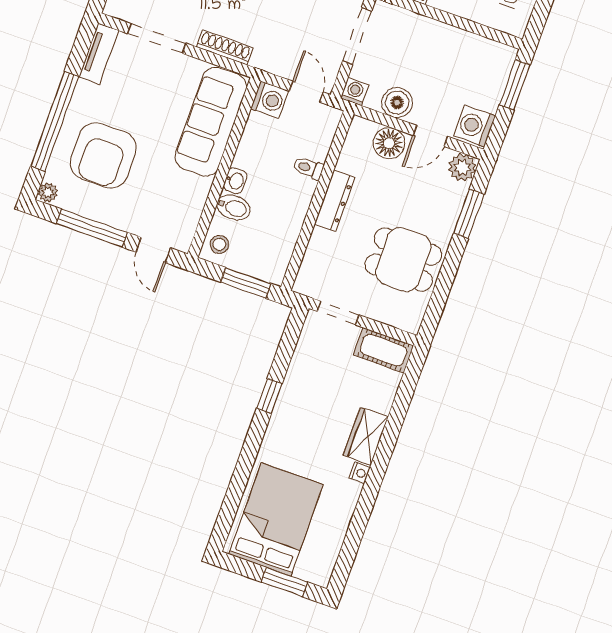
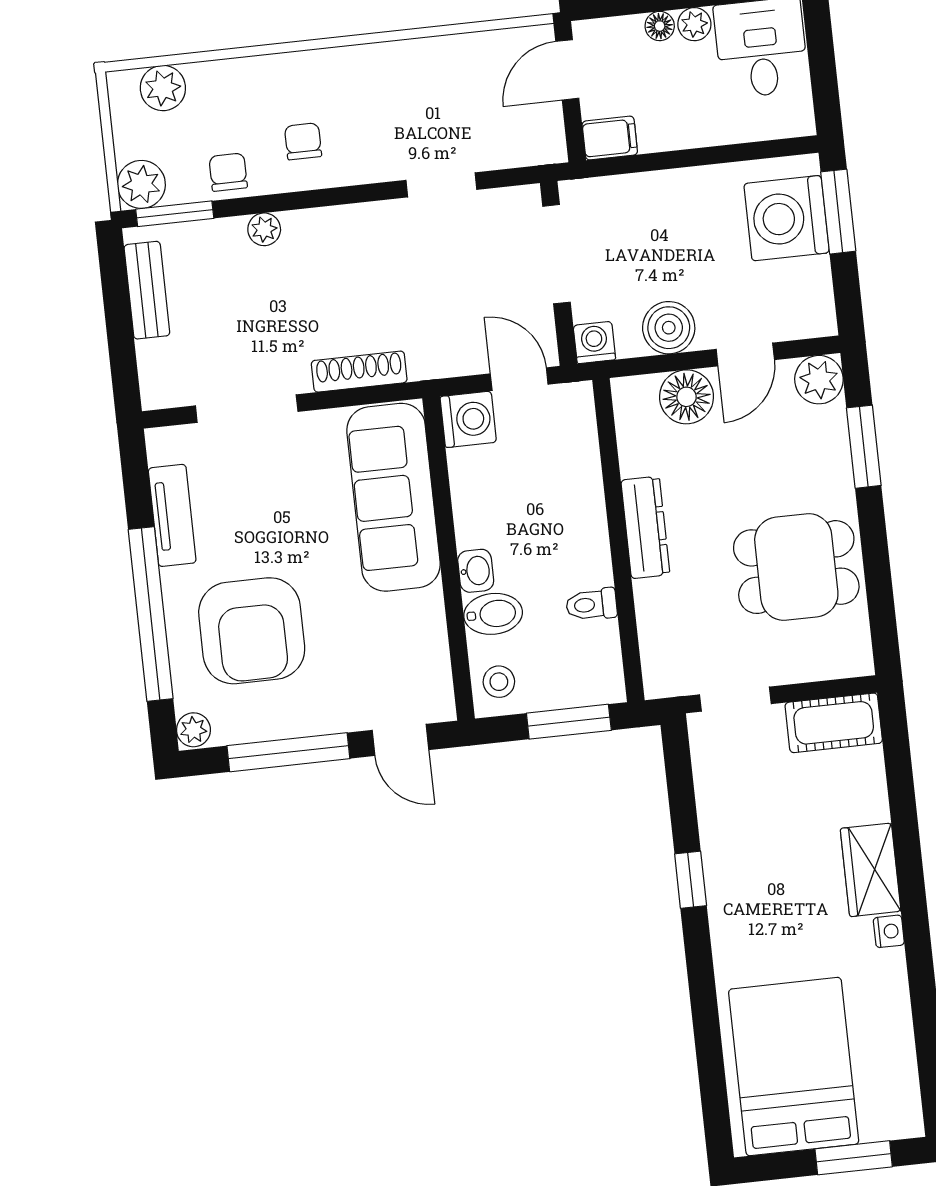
tv unit: (99, 54) -> (172, 515), moved
washing machine: (475, 126) -> (787, 218), moved, width x1.37, depth x1.37
toilet: (308, 168) -> (591, 605), moved

